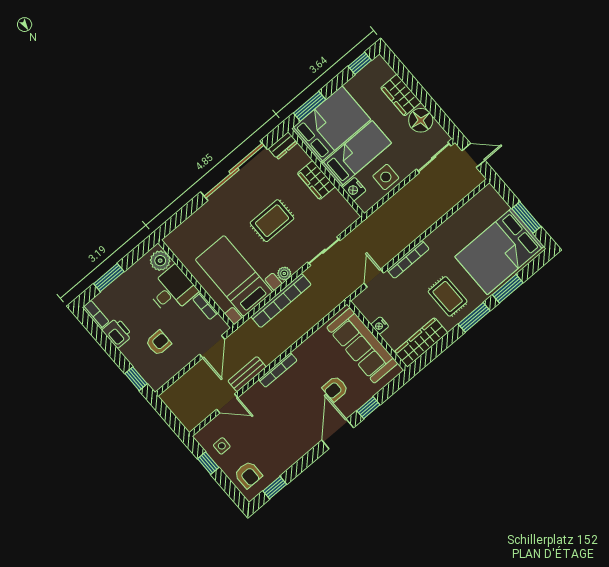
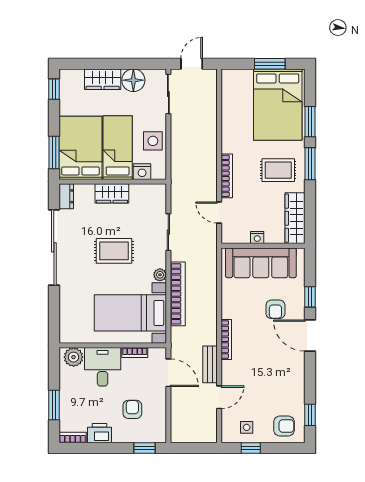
rug: (272, 221) -> (114, 251), turned 90

